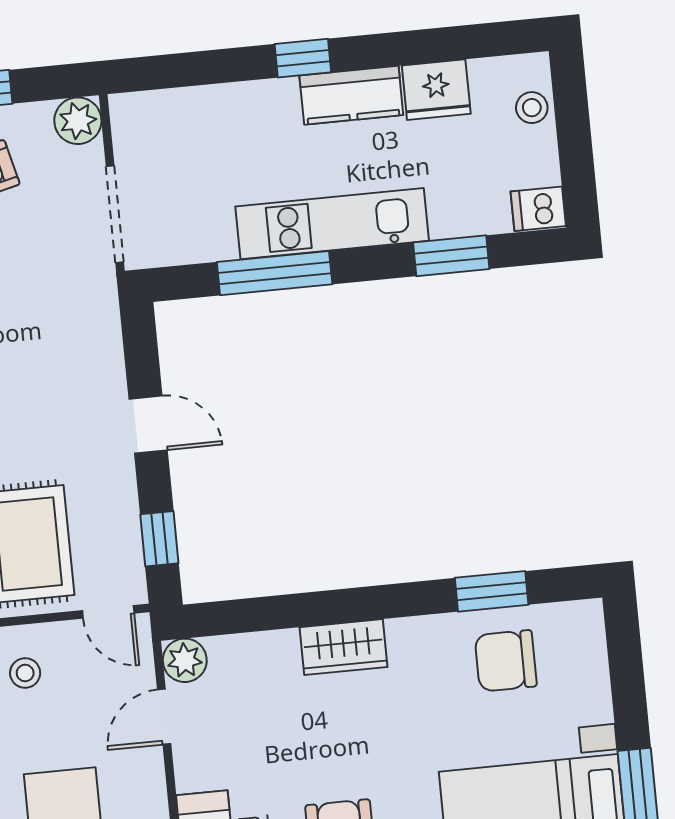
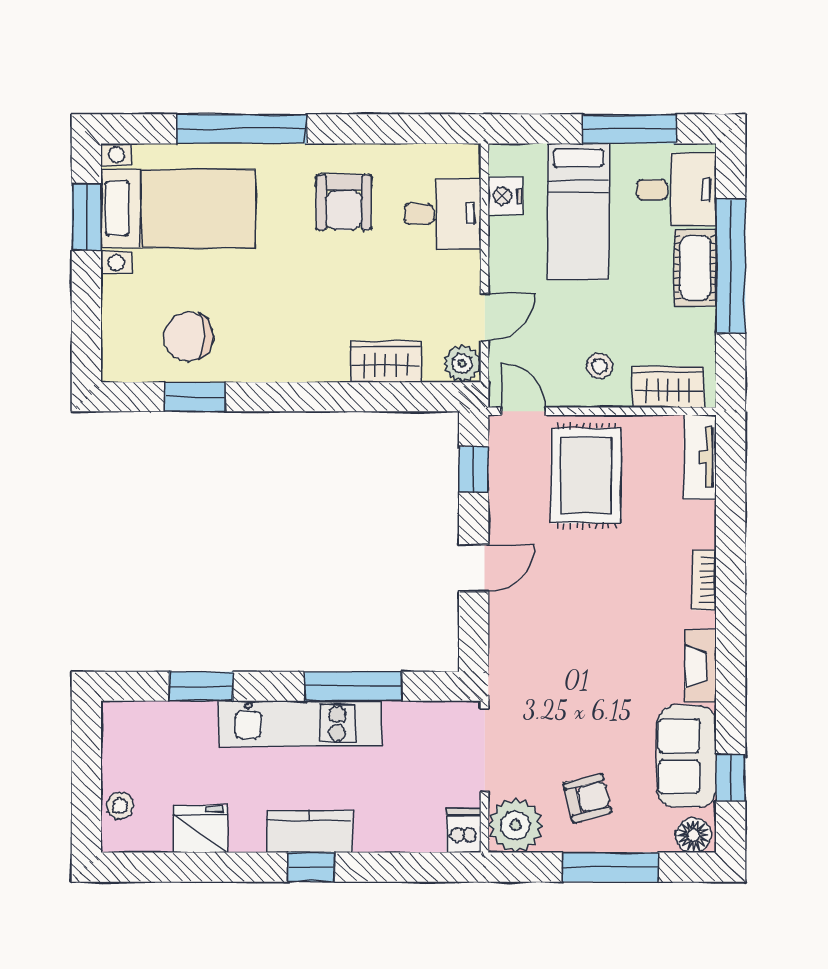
kitchen counter: (351, 95) -> (310, 831), moved
plant: (78, 121) -> (516, 825), width x1.36, depth x1.36
dishwasher: (538, 209) -> (464, 831), moved, turned -90
door: (148, 424) -> (474, 568), swing flipped
wardrobe: (344, 647) -> (386, 362), moved
chair: (506, 661) -> (189, 336), turned 180

